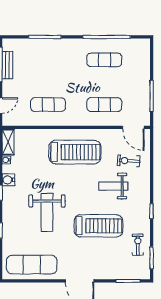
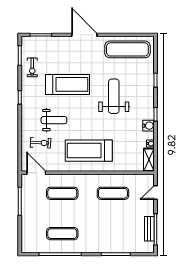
treadmill: (99, 226) -> (67, 84), turned 180

